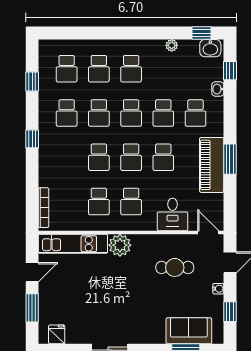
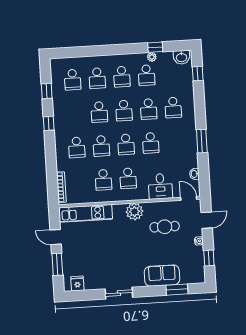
window: (202, 33) -> (155, 47), moved
school desk: (163, 69) -> (146, 75), added
washbasin: (218, 89) -> (194, 174), moved
school desk: (67, 113) -> (77, 147), moved
window: (32, 139) -> (49, 123), moved
piano: (212, 165) -> (188, 147), removed
plant: (120, 245) -> (135, 212), moved
door: (32, 272) -> (56, 237), swing flipped
sofa: (189, 331) -> (162, 276), moved

